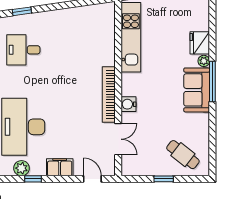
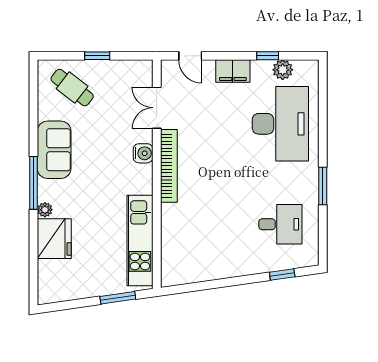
fridge: (200, 43) -> (54, 239), width x1.36, depth x1.34
sofa: (197, 90) -> (54, 150), moved

